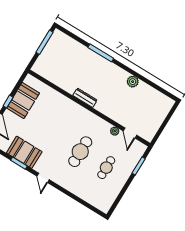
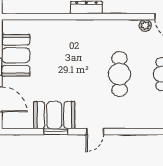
door: (43, 178) -> (95, 132), hinge flipped

